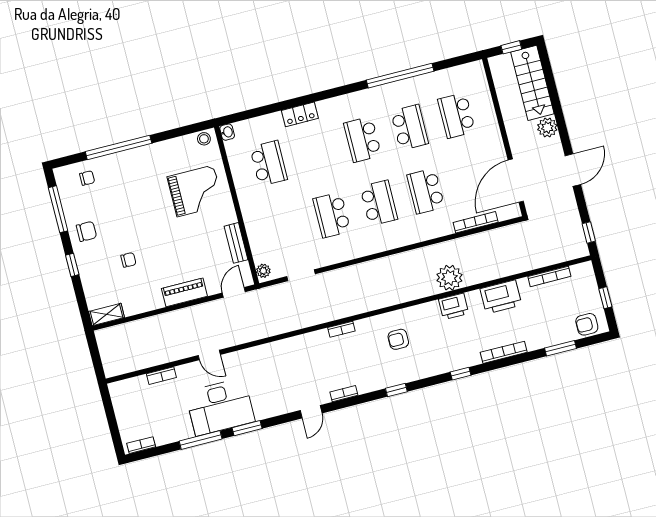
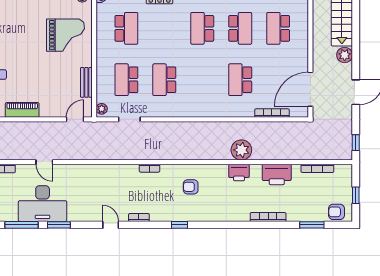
school desk: (379, 203) -> (126, 80), moved, turned 180
piano: (184, 292) -> (22, 110), moved
window: (461, 374) -> (231, 225), removed
door: (311, 412) -> (111, 225), swing flipped

